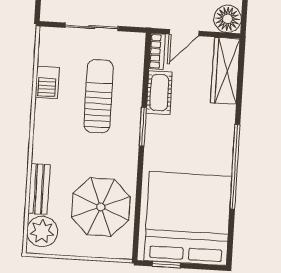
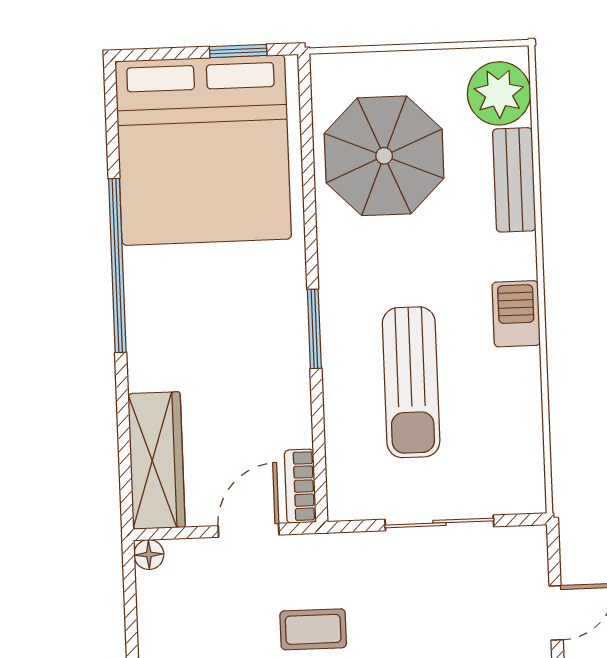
floor lamp: (228, 19) -> (149, 555), width x0.53, depth x0.53
barbecue: (47, 82) -> (516, 314), moved
cot: (159, 93) -> (288, 402), removed

